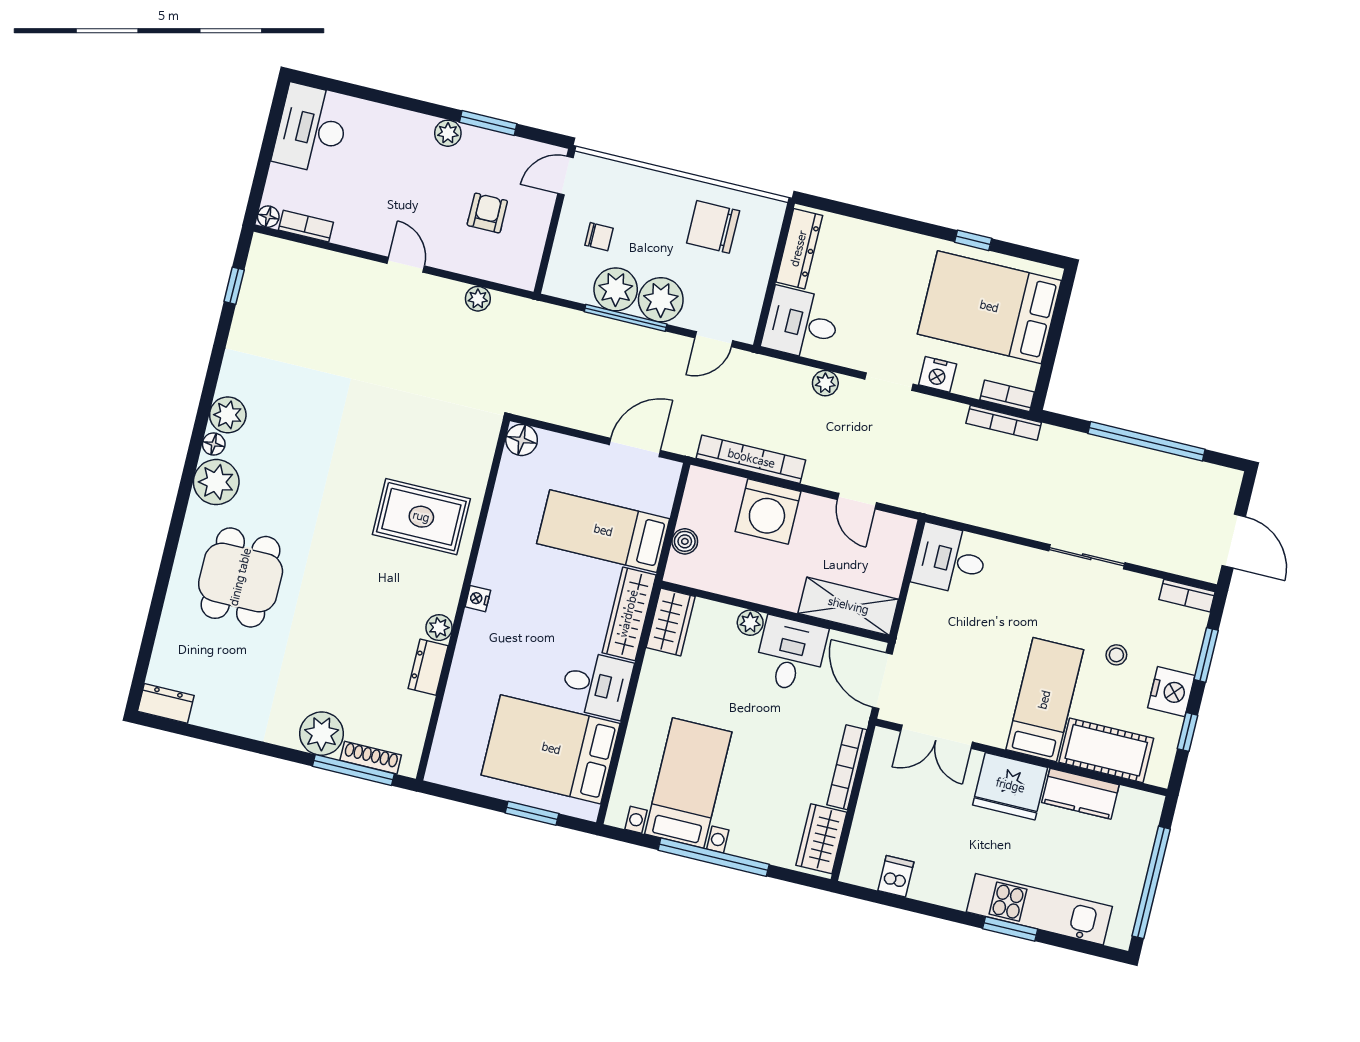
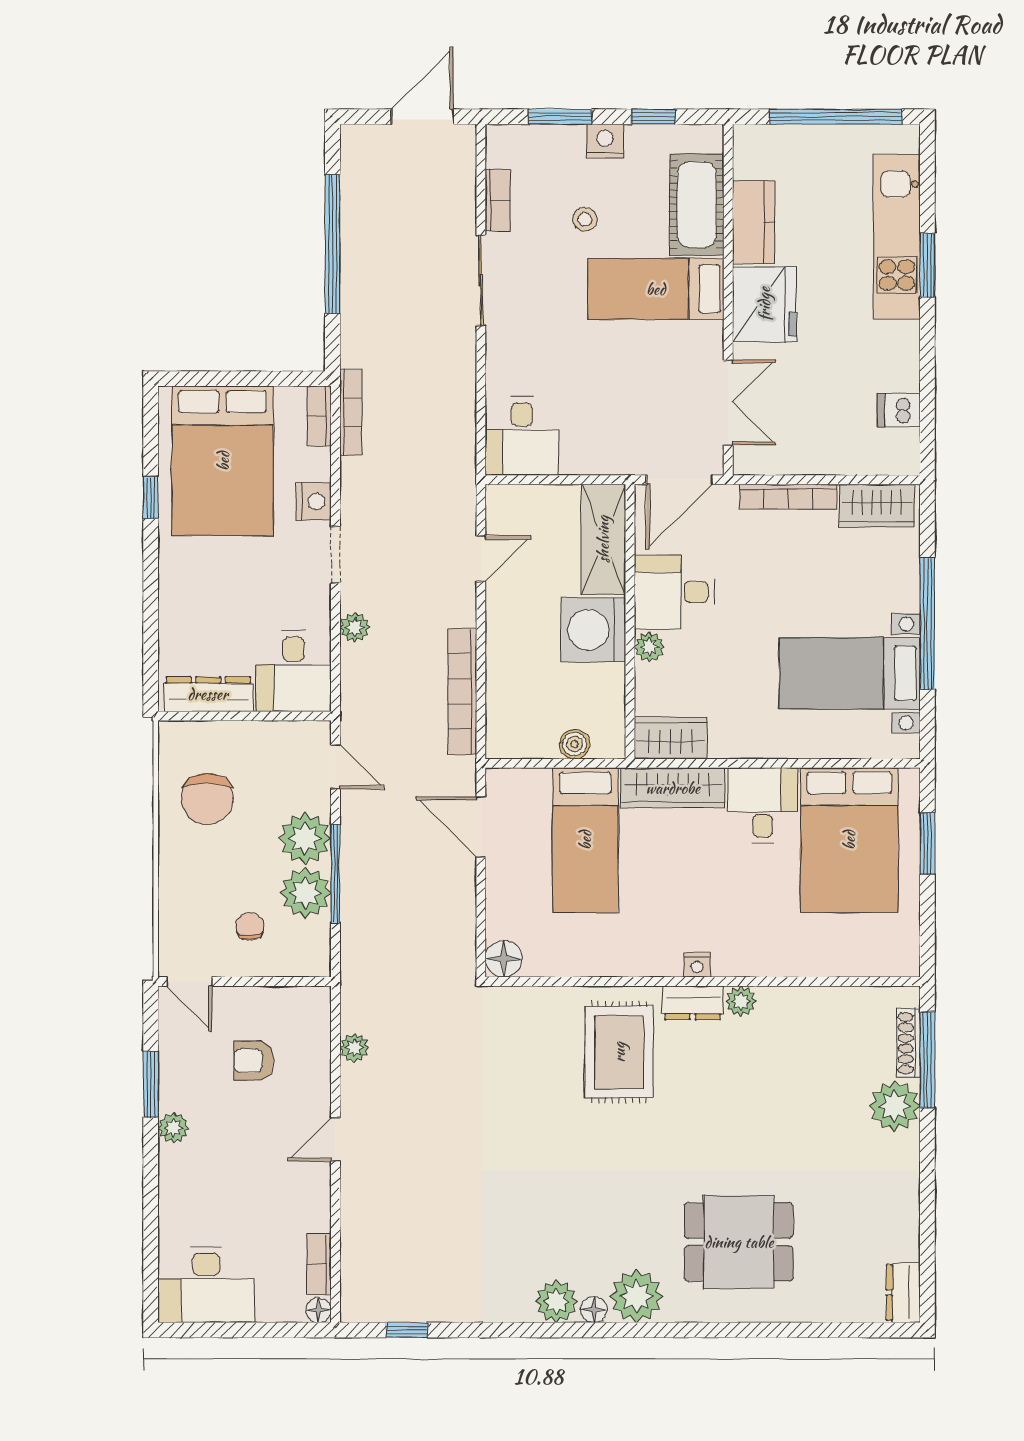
washing machine: (768, 511) -> (594, 630), moved, turned 180
bookcase: (1187, 596) -> (498, 200), moved
dresser: (428, 667) -> (693, 1003), moved
nightstand: (1171, 692) -> (605, 141), width x0.74, depth x0.75

